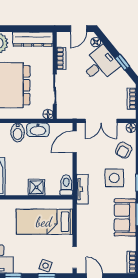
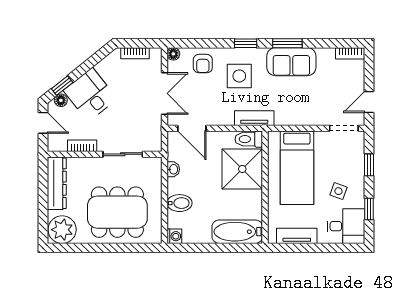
window: (122, 62) -> (62, 86), moved
floor lamp: (48, 114) -> (155, 163), removed
washbasin: (38, 130) -> (173, 169), width x0.52, depth x0.69
armchair: (124, 150) -> (203, 64), turned 62
shower: (36, 187) -> (242, 169), width x1.86, depth x1.86
side table: (46, 266) -> (338, 191), moved

